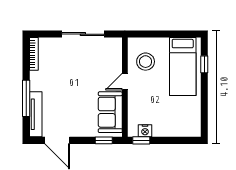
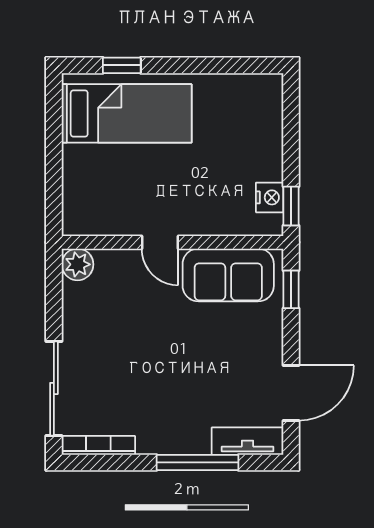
sliding door: (83, 34) -> (54, 389), moved
plant: (115, 45) -> (78, 264), added
stool: (146, 62) -> (115, 196), removed
tv unit: (36, 114) -> (248, 441), width x0.71

